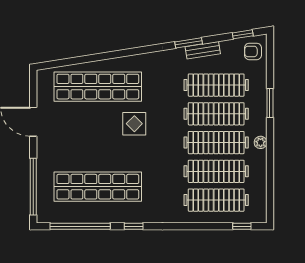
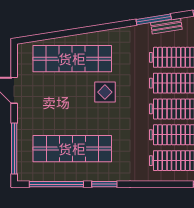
window: (189, 43) -> (154, 19), width x1.44
window: (134, 226) -> (104, 184), width x1.50

